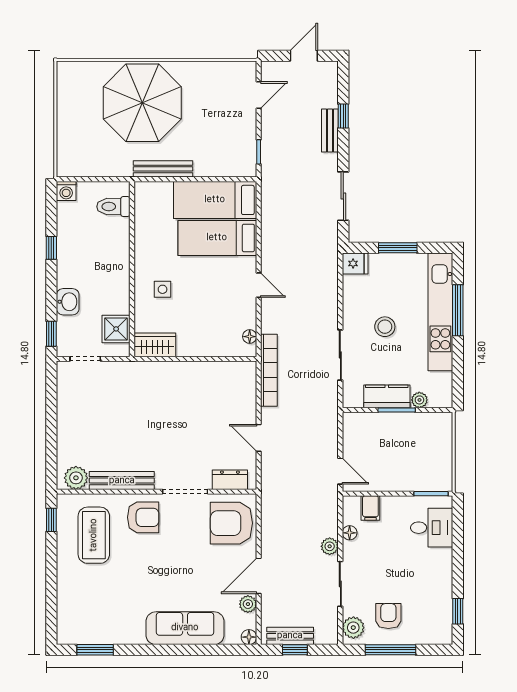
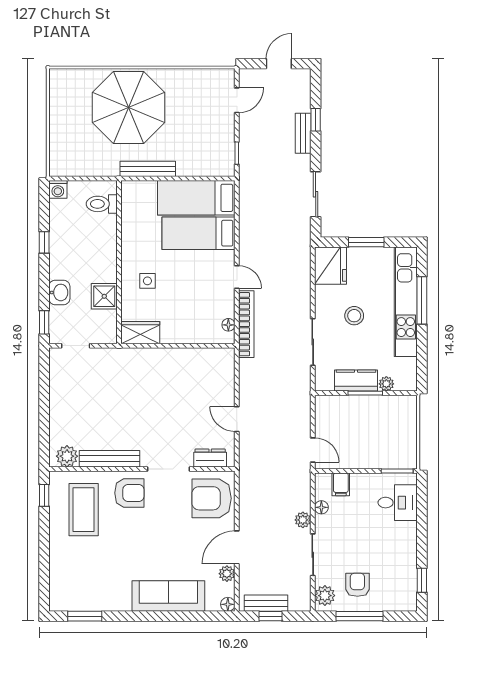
fridge: (355, 263) -> (331, 266), width x1.88, depth x1.34
shower: (116, 329) -> (104, 296), moved
bookcase: (269, 370) -> (246, 324), moved

